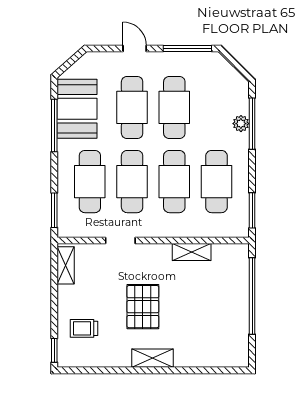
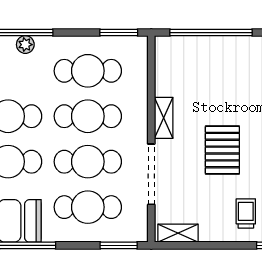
doorway: (120, 241) -> (151, 174), width x1.88
shelving: (192, 252) -> (164, 118), moved
pallet: (143, 307) -> (222, 150), turned 90
trolley: (84, 328) -> (246, 213), turned 180

